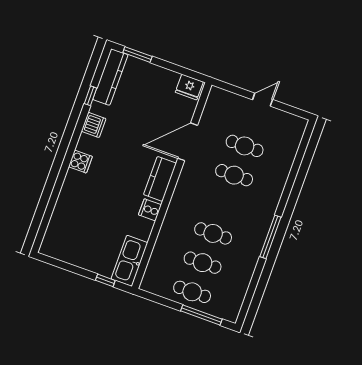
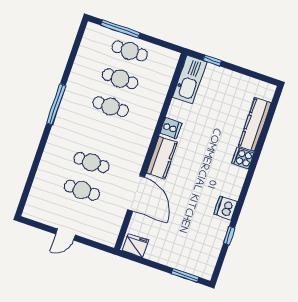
kitchen counter: (110, 77) -> (255, 124), moved
door: (188, 142) -> (136, 193), hinge flipped
cooker: (80, 162) -> (243, 158), moved

